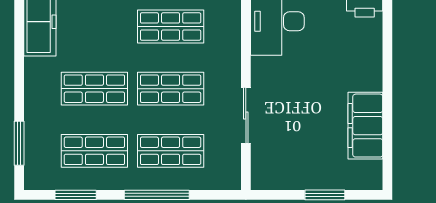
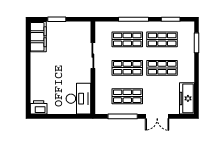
filing cabinet: (365, 126) -> (38, 37), moved

